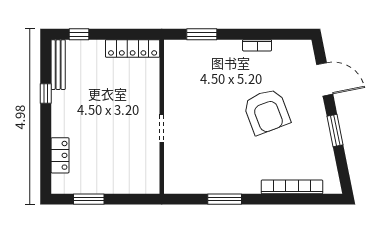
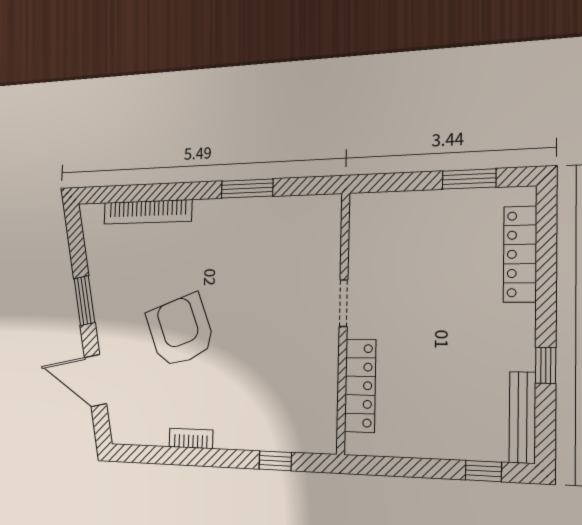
window: (202, 34) -> (275, 461), width x0.67
locker: (133, 48) -> (360, 386), moved, turned 90
locker: (60, 155) -> (520, 254), width x1.53

